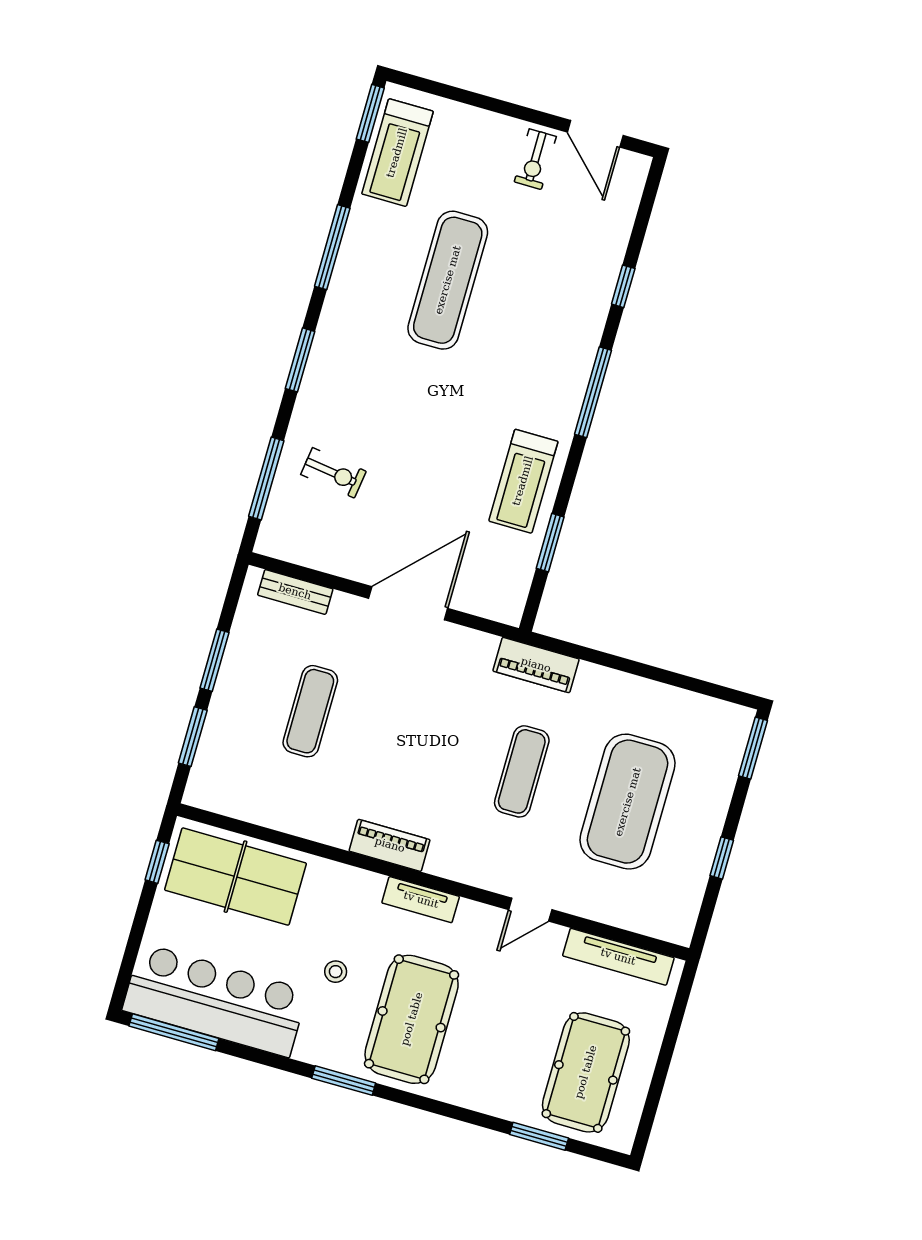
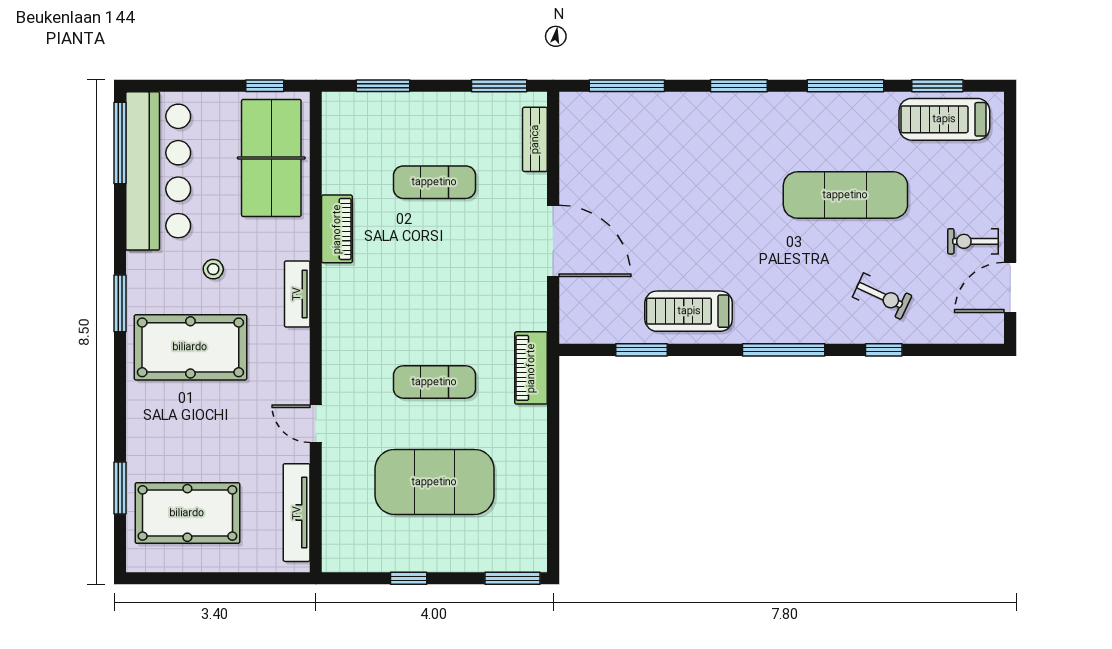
window: (370, 113) -> (937, 86), moved
exercise bike: (333, 473) -> (882, 296), moved, turned -73
window: (215, 660) -> (499, 86), moved
piano: (390, 845) -> (337, 229), moved
tv unit: (421, 900) -> (297, 294), moved

